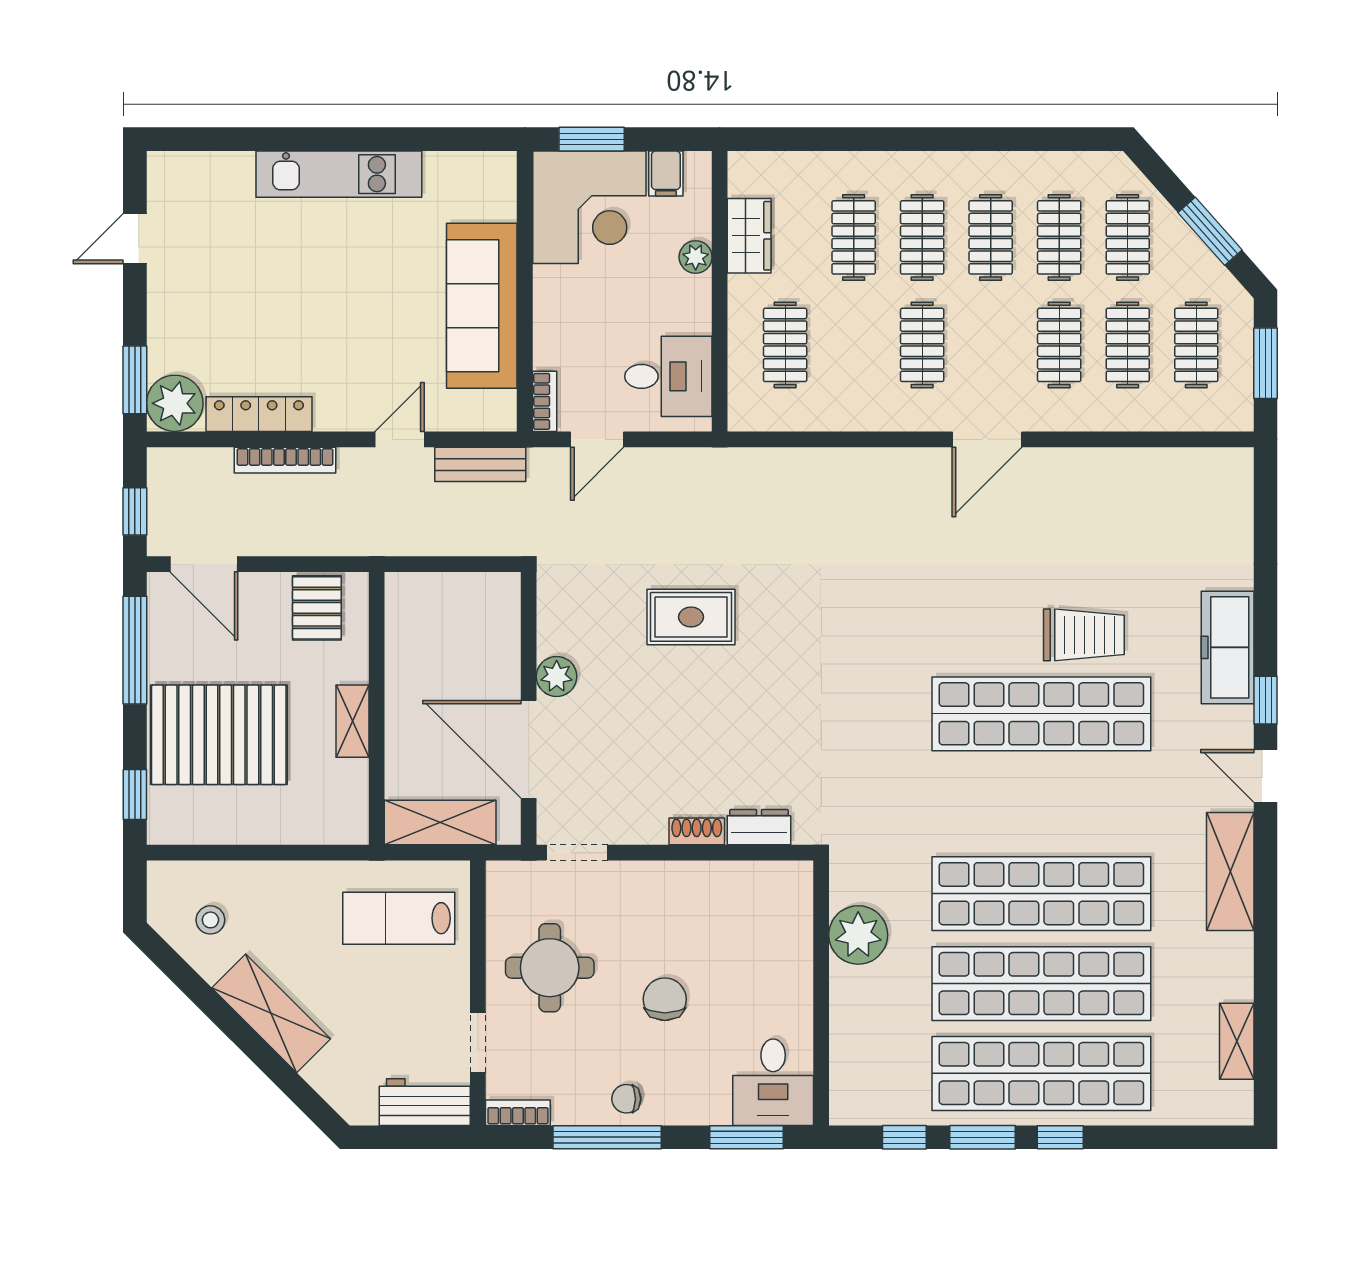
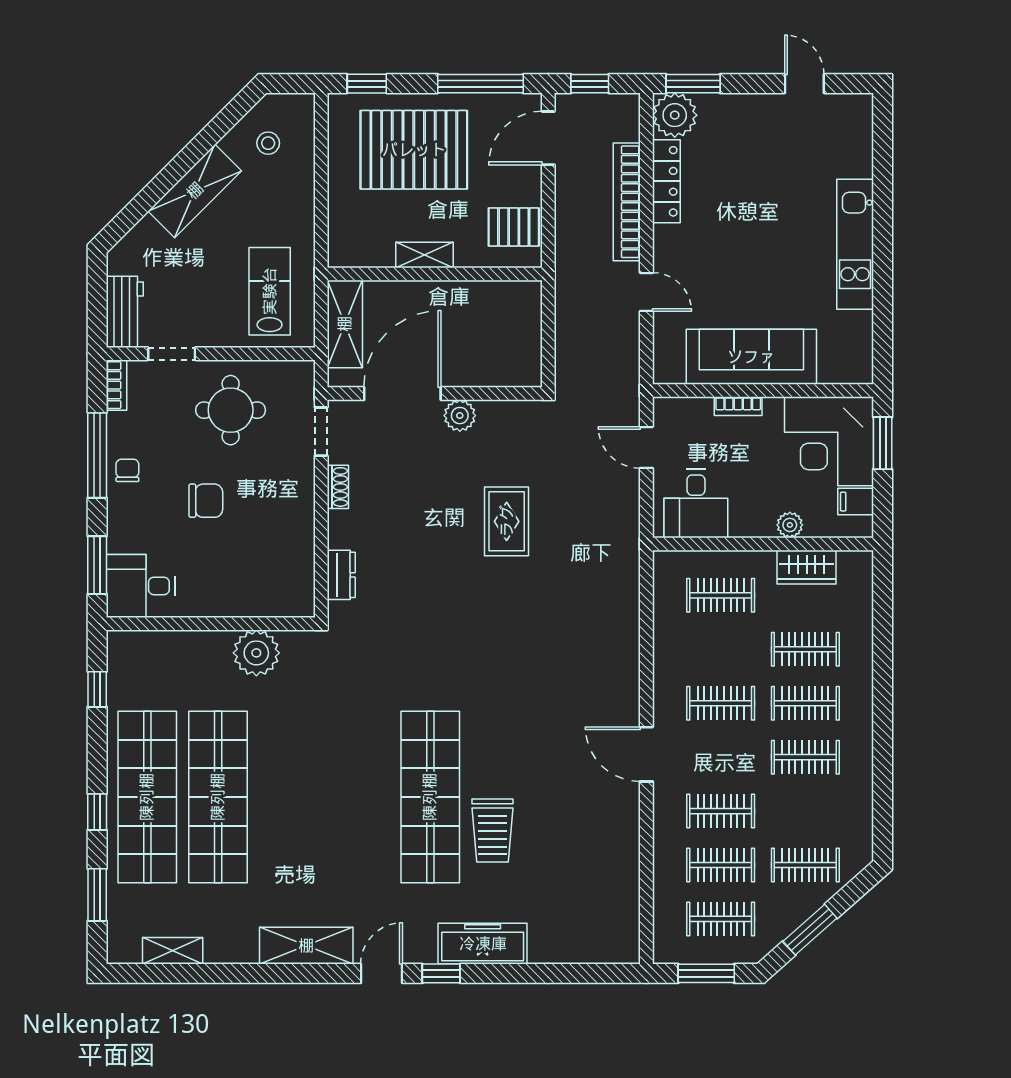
clothes rail: (1059, 237) -> (805, 811), removed
bookcase: (545, 401) -> (738, 406), moved
bookcase: (285, 460) -> (627, 202), width x1.48, depth x1.31
bench: (480, 464) -> (627, 355), removed
pallet: (219, 735) -> (414, 150), turned 90
shoe rack: (697, 831) -> (338, 487), moved
shop shelf: (1041, 894) -> (289, 797), removed
window: (982, 1137) -> (97, 895), moved

